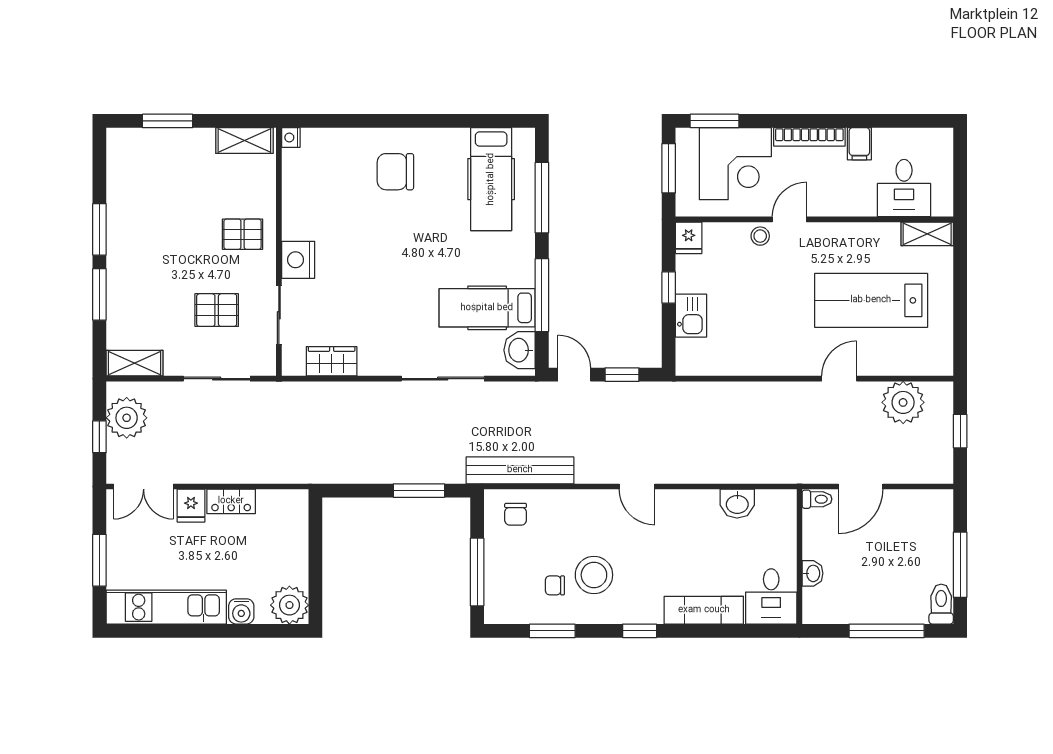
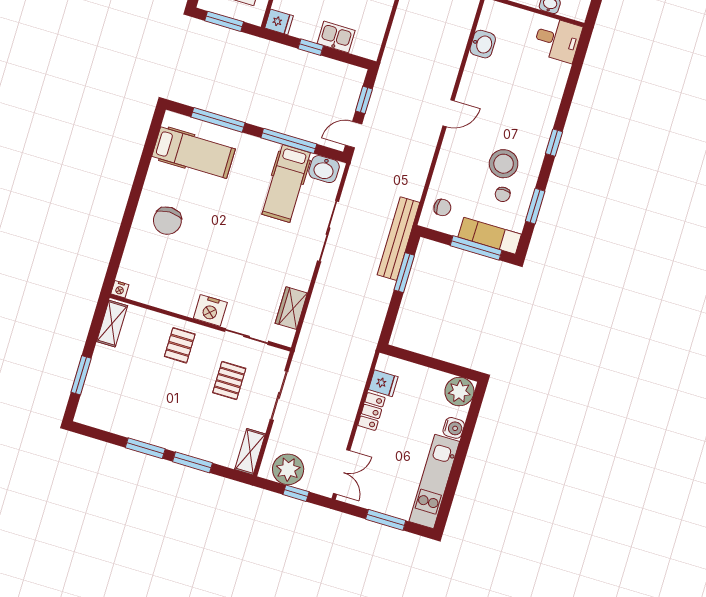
bench: (520, 470) -> (398, 239), moved
fridge: (191, 506) -> (383, 383), moved
exam couch: (704, 610) -> (490, 236), moved, turned 90

